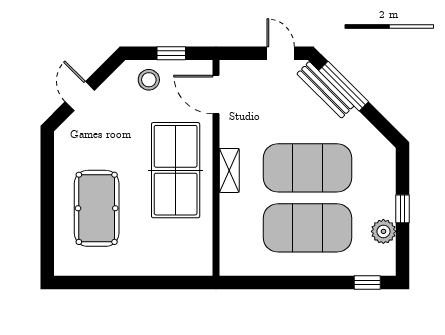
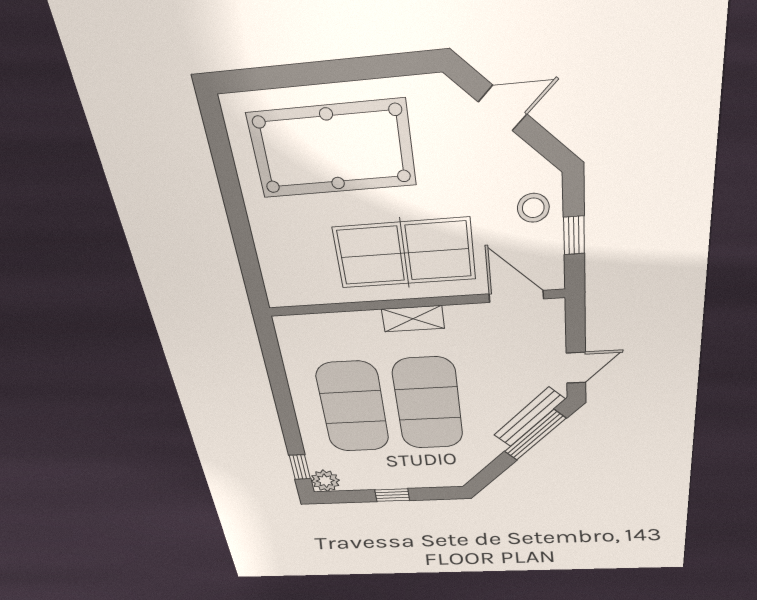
door: (216, 94) -> (516, 296), hinge flipped
pool table: (97, 208) -> (332, 149), width x1.36, depth x1.32
plant: (383, 231) -> (325, 481), moved

